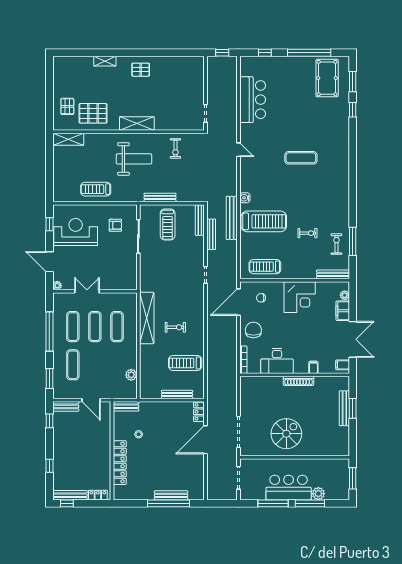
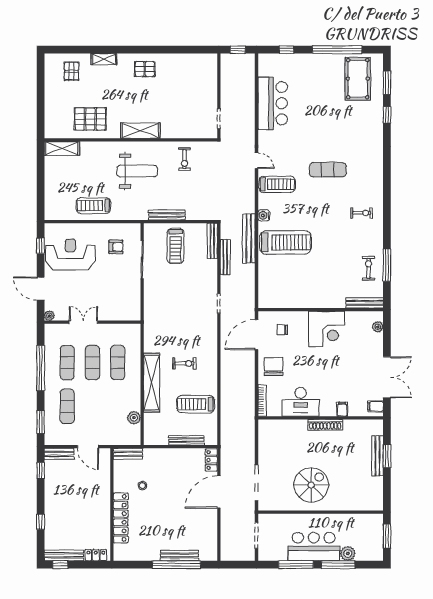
pallet: (67, 106) -> (72, 71), moved
exercise bike: (307, 233) -> (361, 213), moved
treadmill: (265, 267) -> (277, 184), moved, turned 180
filing cabinet: (343, 311) -> (376, 344), removed
shelving: (147, 318) -> (152, 383), moved

